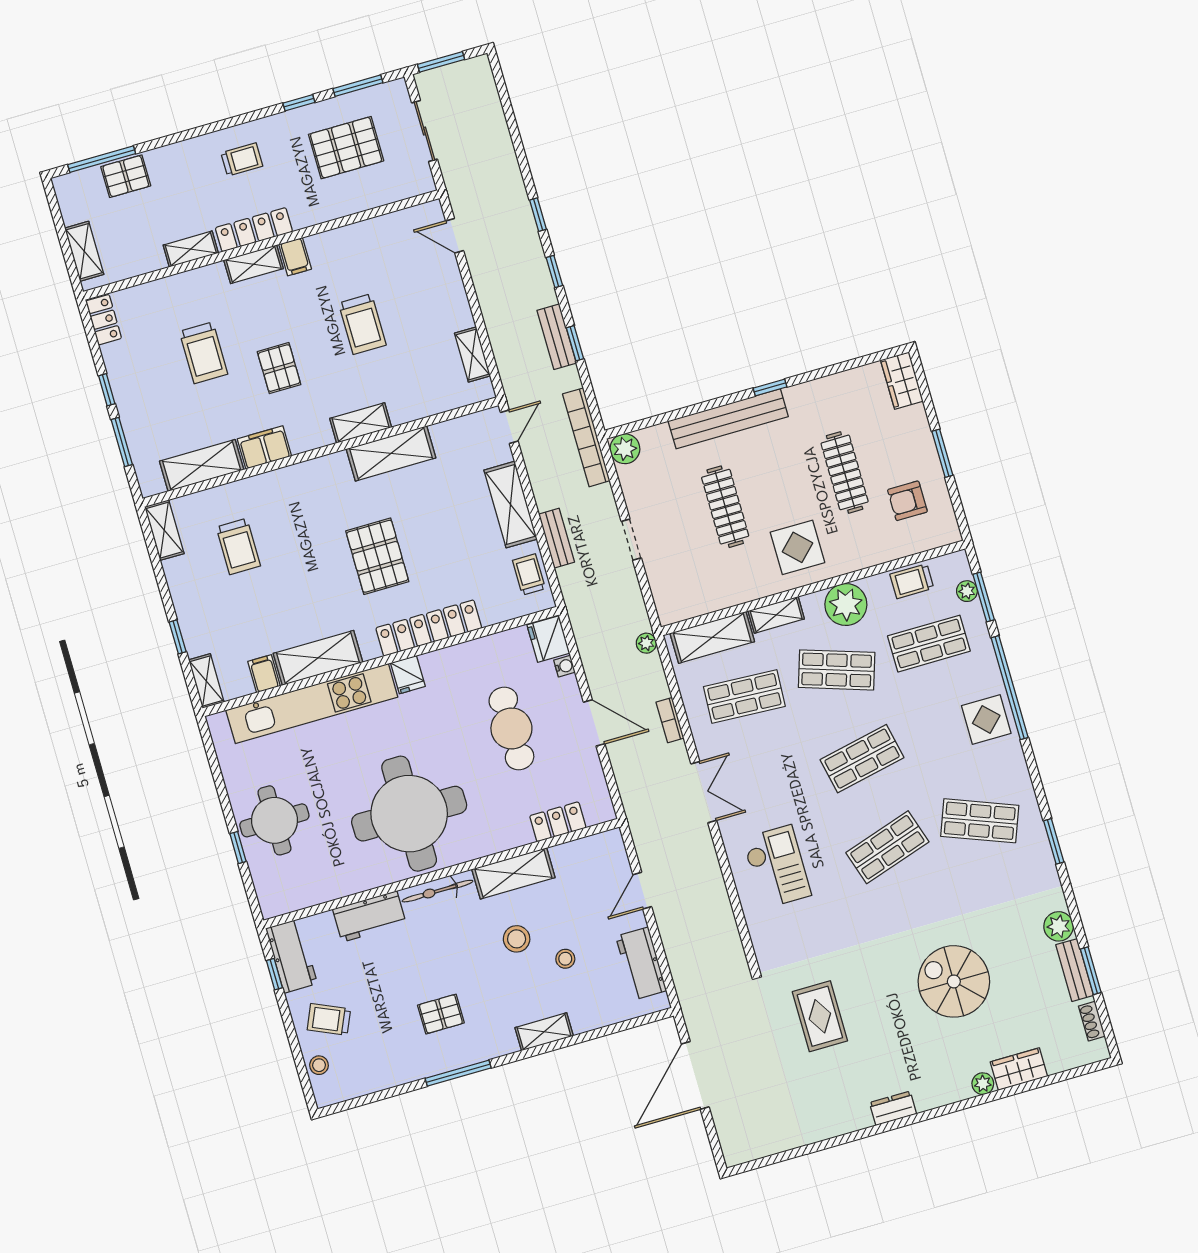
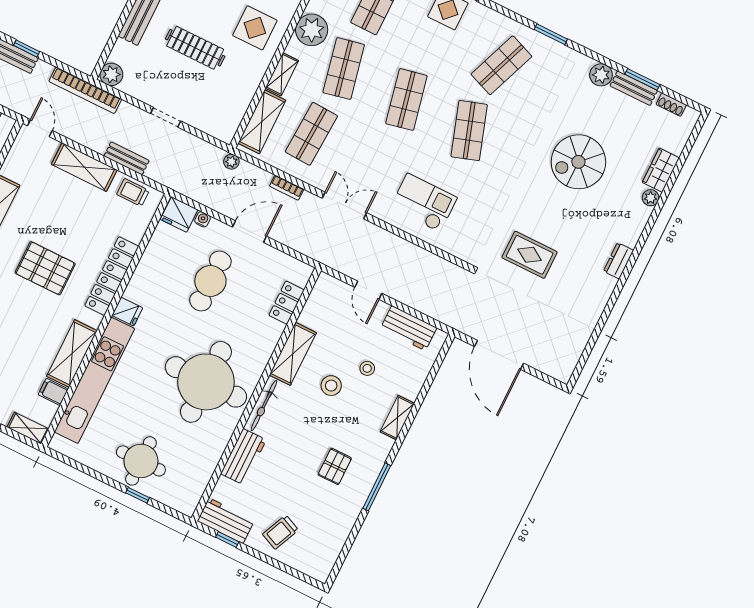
shop shelf: (837, 670) -> (344, 69), turned -30
cafe table: (511, 728) -> (210, 281), turned 90
stool: (319, 1065) -> (301, 561), removed

